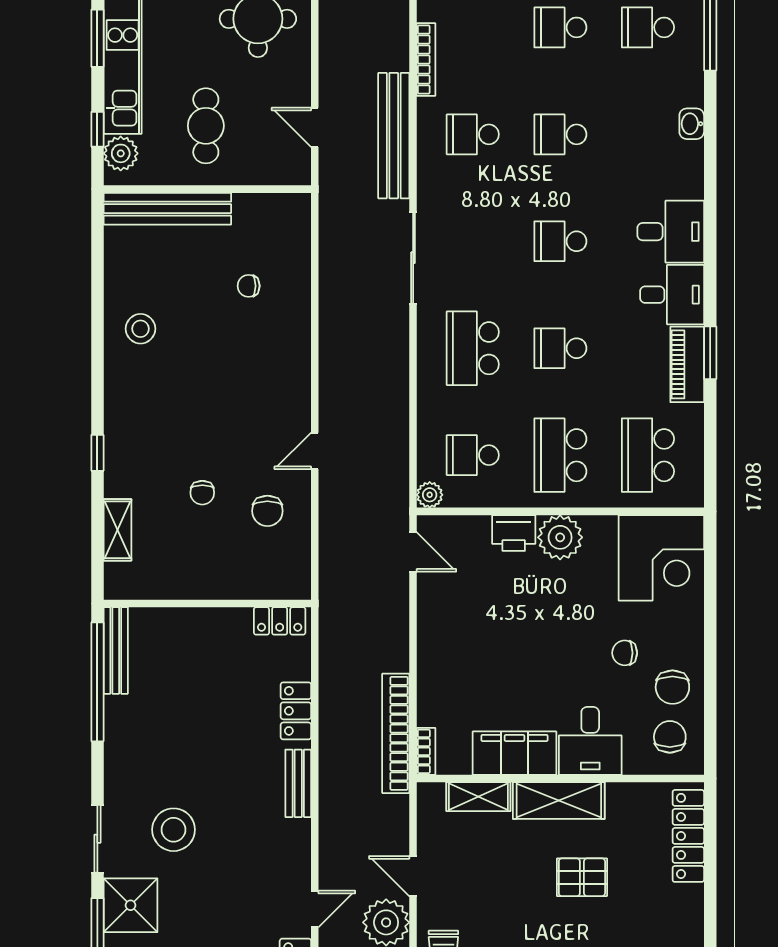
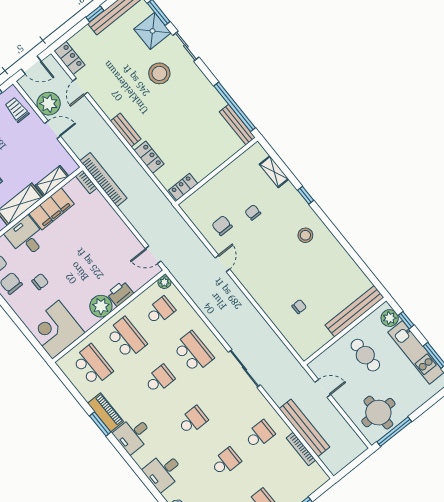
bench: (394, 136) -> (304, 428), moved
desk: (671, 232) -> (163, 471), moved
stool: (140, 329) -> (305, 235), moved

